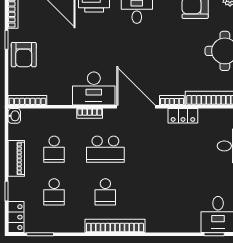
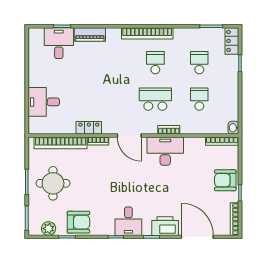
armchair: (24, 55) -> (225, 180), turned -90
door: (136, 107) -> (129, 136), width x0.73
piano: (16, 158) -> (90, 34), moved, turned -90

